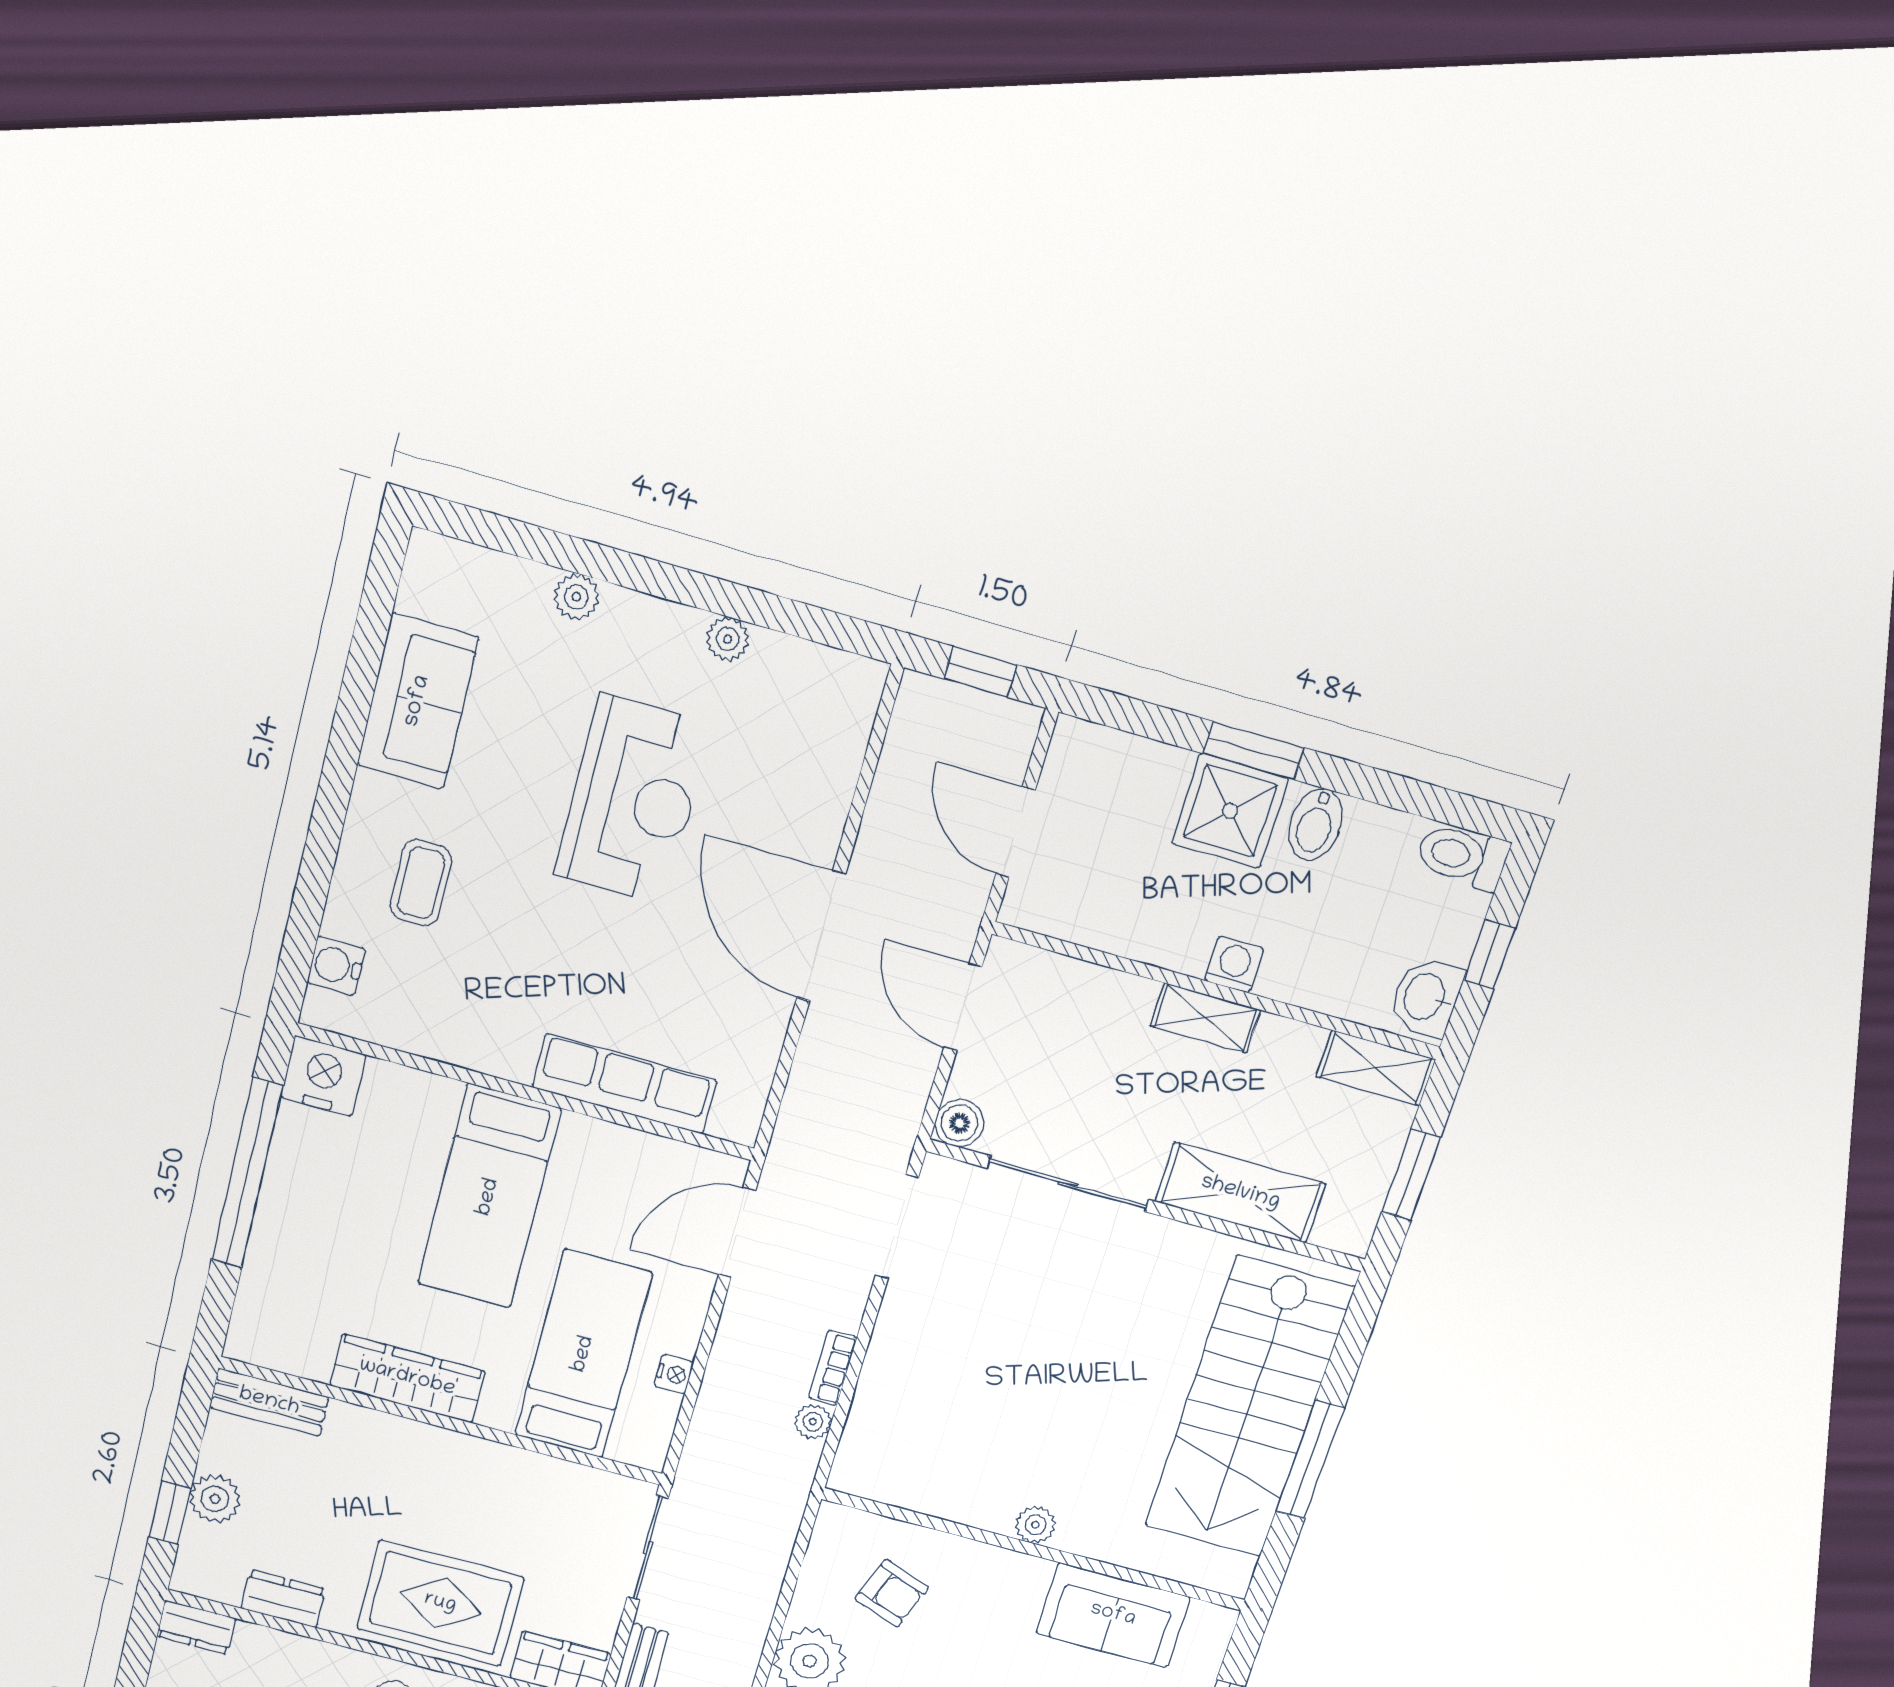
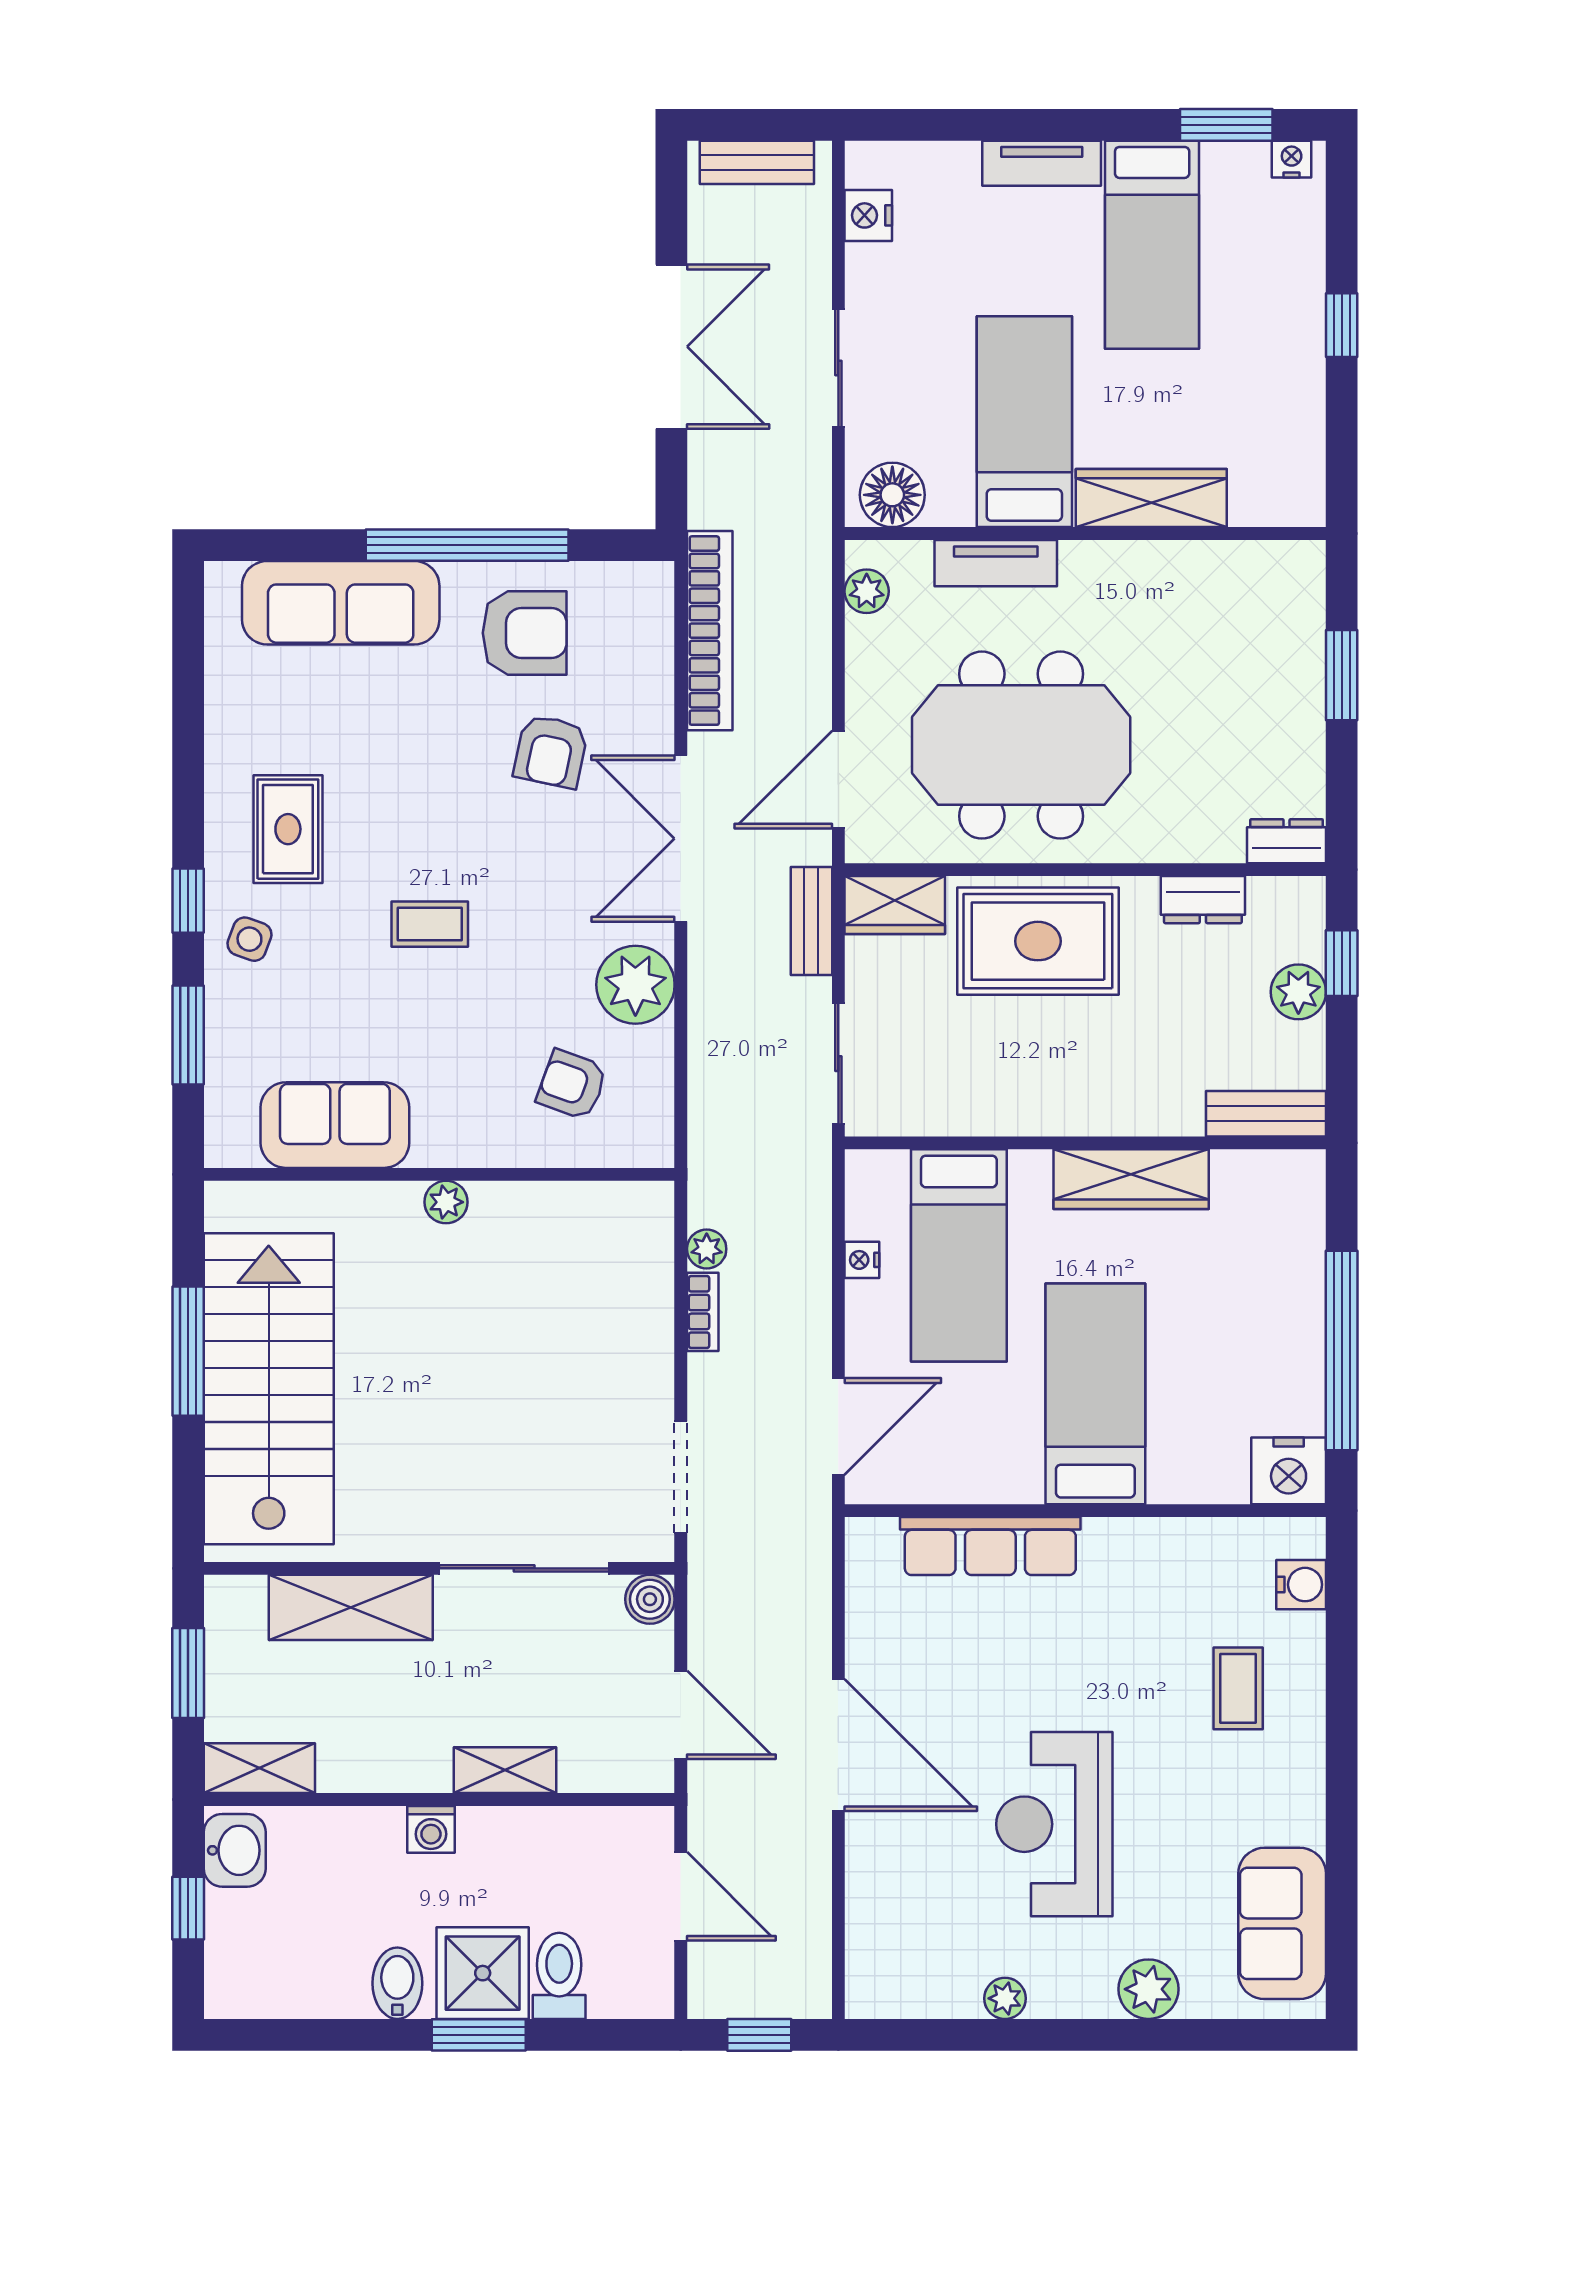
plant: (576, 597) -> (1148, 1989), width x1.38, depth x1.38
sofa: (418, 701) -> (1282, 1923), moved
toilet: (1462, 856) -> (559, 1976), moved, turned -90
shelving: (1205, 1018) -> (505, 1770), moved

